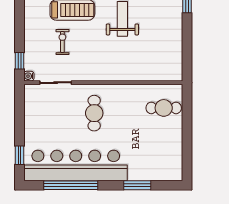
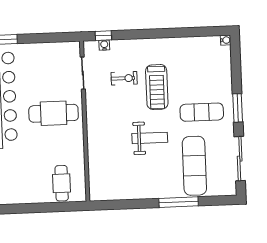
water cooler: (29, 76) -> (104, 45), moved
cafe table: (94, 113) -> (54, 113), width x1.37, depth x1.35

